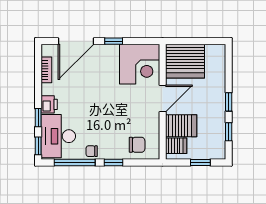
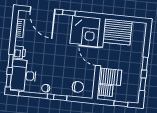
door: (76, 41) -> (43, 10), hinge flipped
door: (163, 98) -> (99, 56), swing flipped

